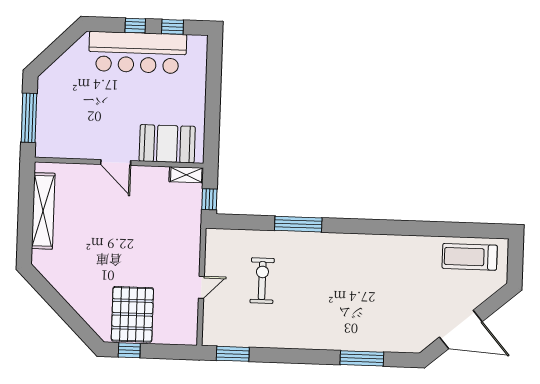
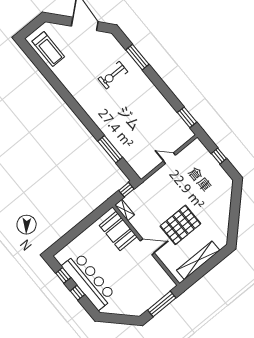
door: (116, 163) -> (147, 247), hinge flipped
window: (298, 224) -> (110, 149), moved
exercise bike: (262, 281) -> (113, 75), moved
pallet: (132, 314) -> (180, 225), moved
window: (129, 350) -> (219, 156), moved

